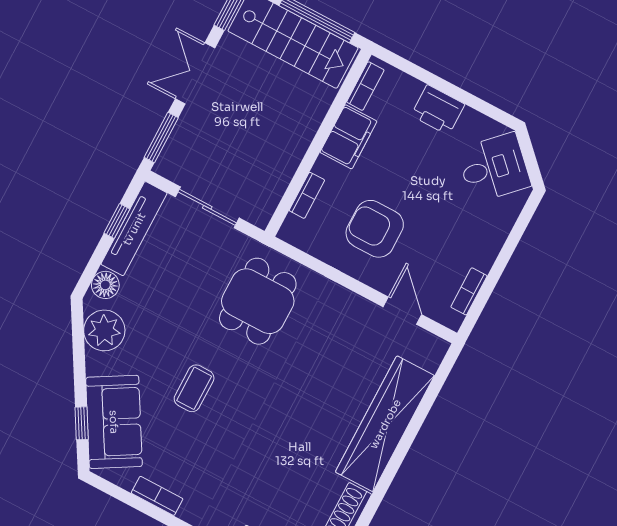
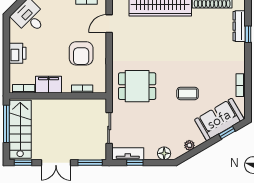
tv unit: (134, 229) -> (128, 154), width x0.71
plant: (104, 330) -> (189, 145), width x0.53, depth x0.53

